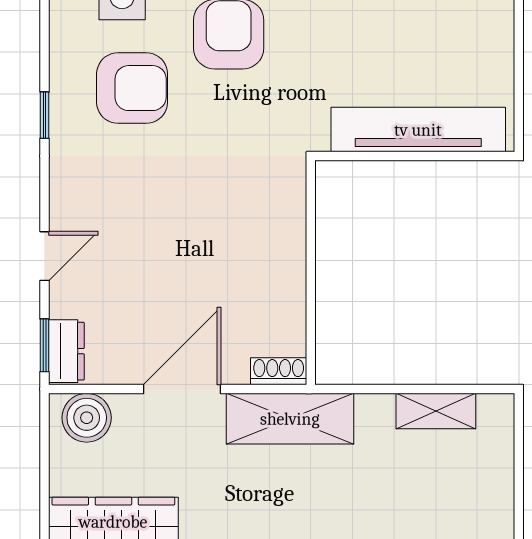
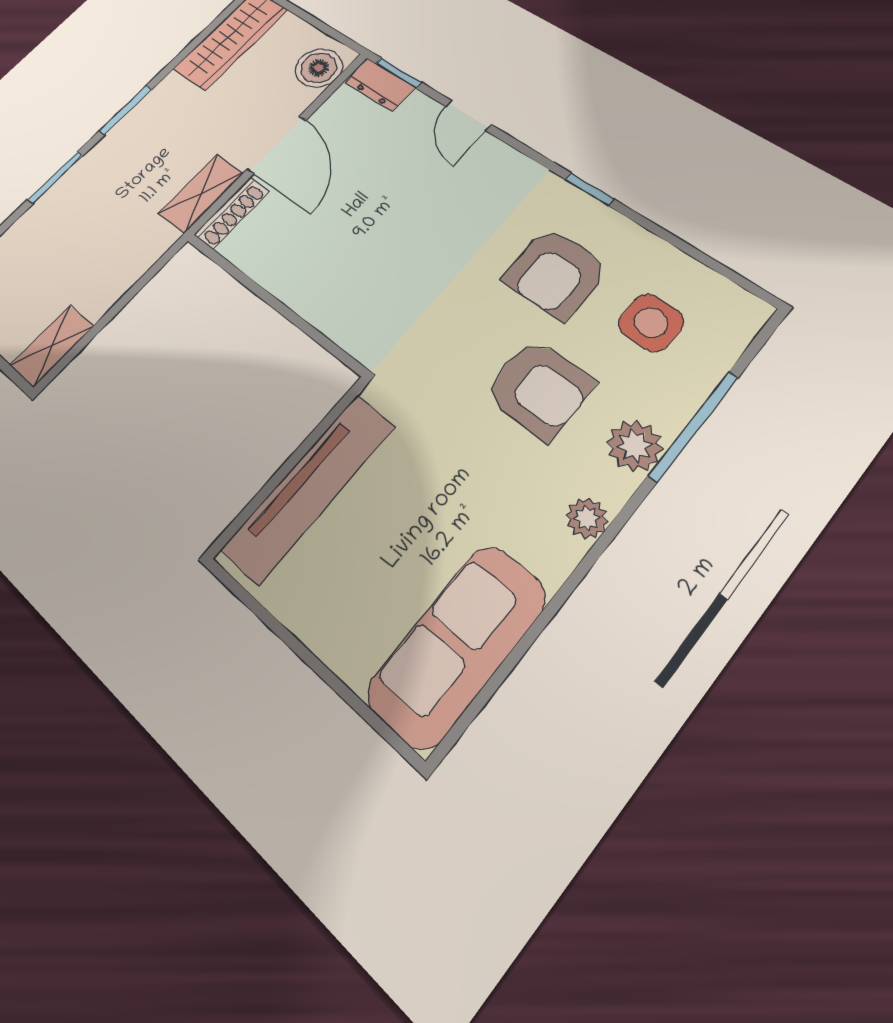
shoe rack: (279, 371) -> (231, 213), width x1.43
shelving: (436, 411) -> (52, 346), moved
shelving: (290, 419) -> (201, 193), width x0.67, depth x0.75

